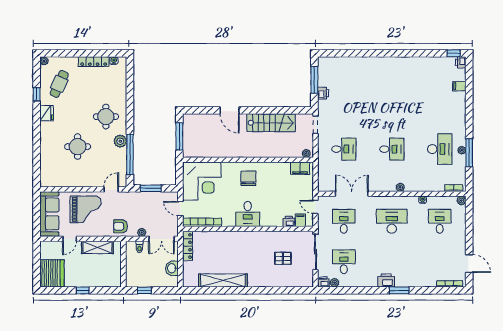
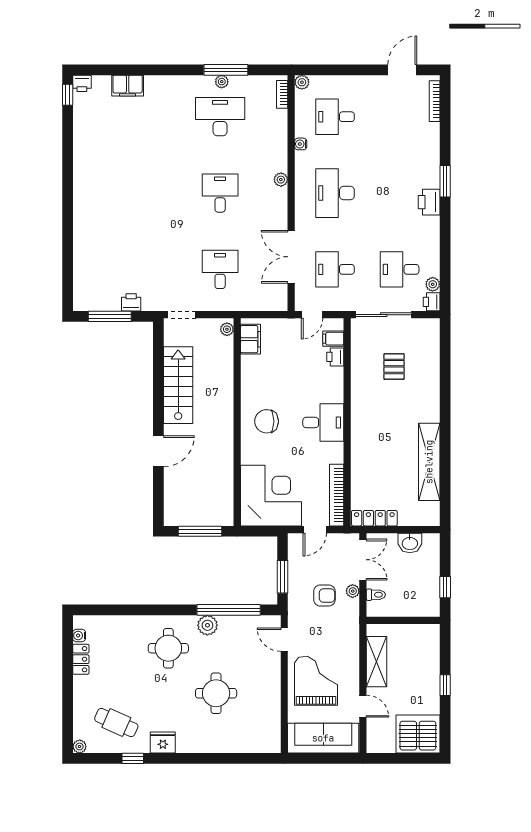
locker: (94, 62) -> (81, 659), width x0.66
filing cabinet: (459, 86) -> (128, 86), width x2.00
armchair: (121, 226) -> (324, 596), moved, turned -90

